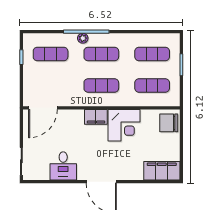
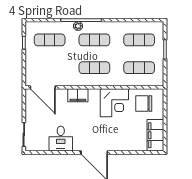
door: (43, 108) -> (43, 87), hinge flipped
filing cabinet: (96, 117) -> (78, 95), moved
chair: (169, 123) -> (144, 103), moved
filing cabinet: (162, 171) -> (155, 135), moved, turned -90

